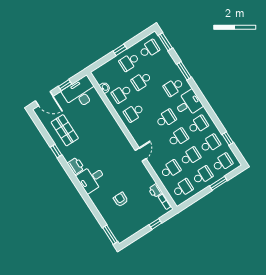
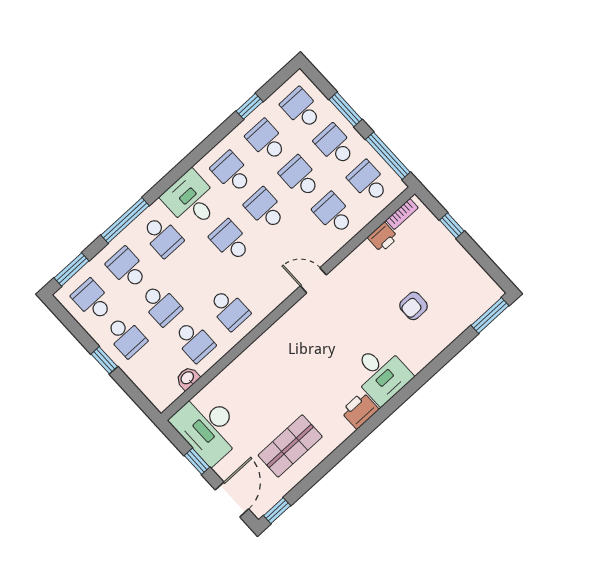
school desk: (161, 68) -> (127, 268), added
window: (184, 71) -> (125, 220), width x1.44
window: (56, 151) -> (277, 511), moved
window: (193, 200) -> (388, 156), added

